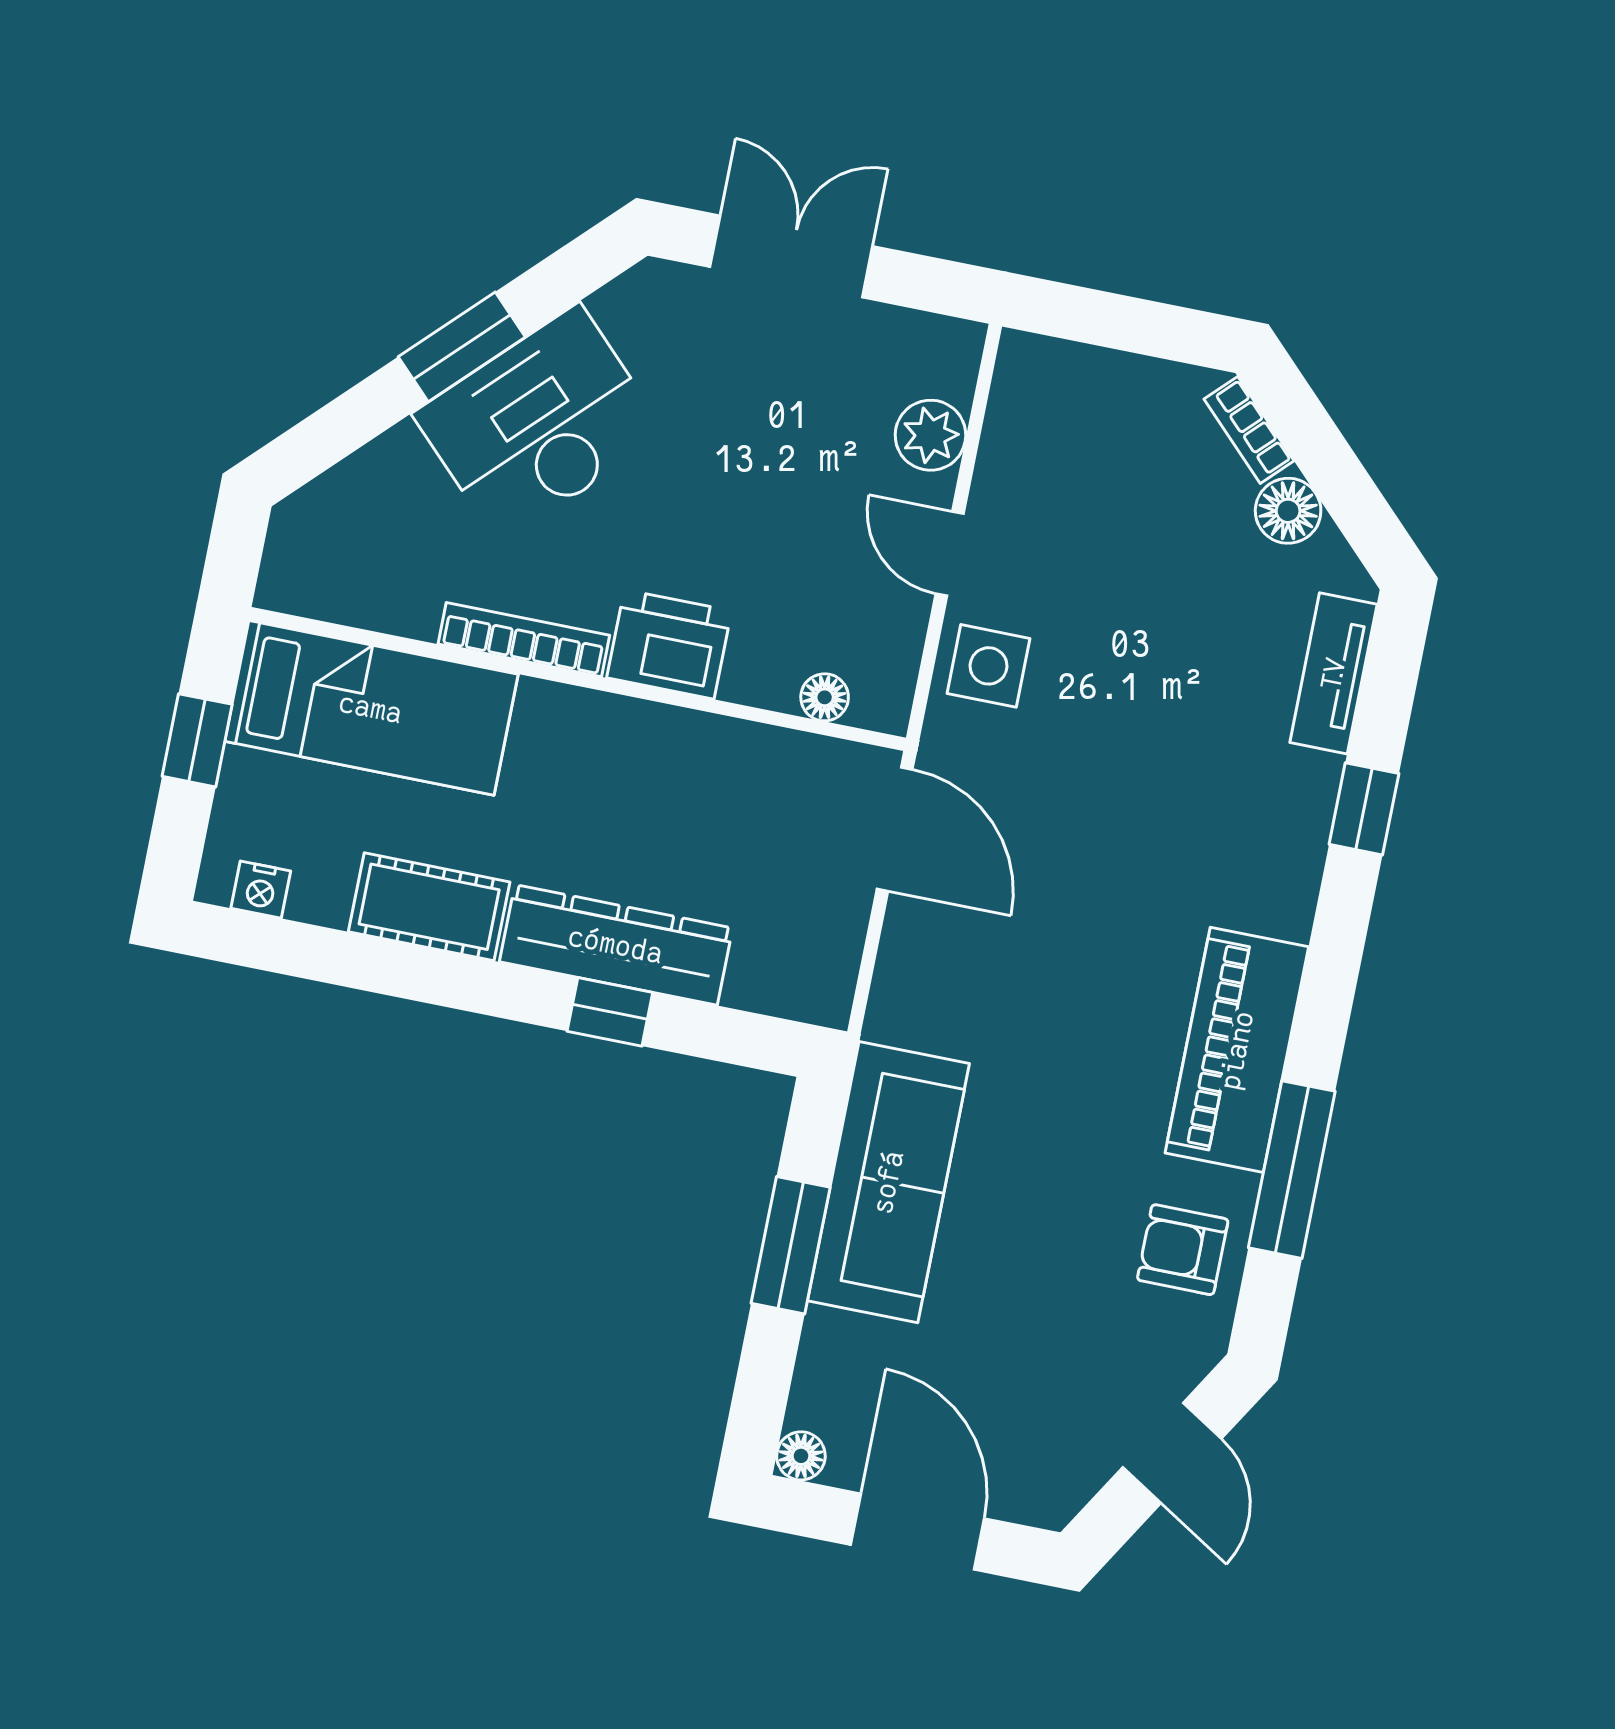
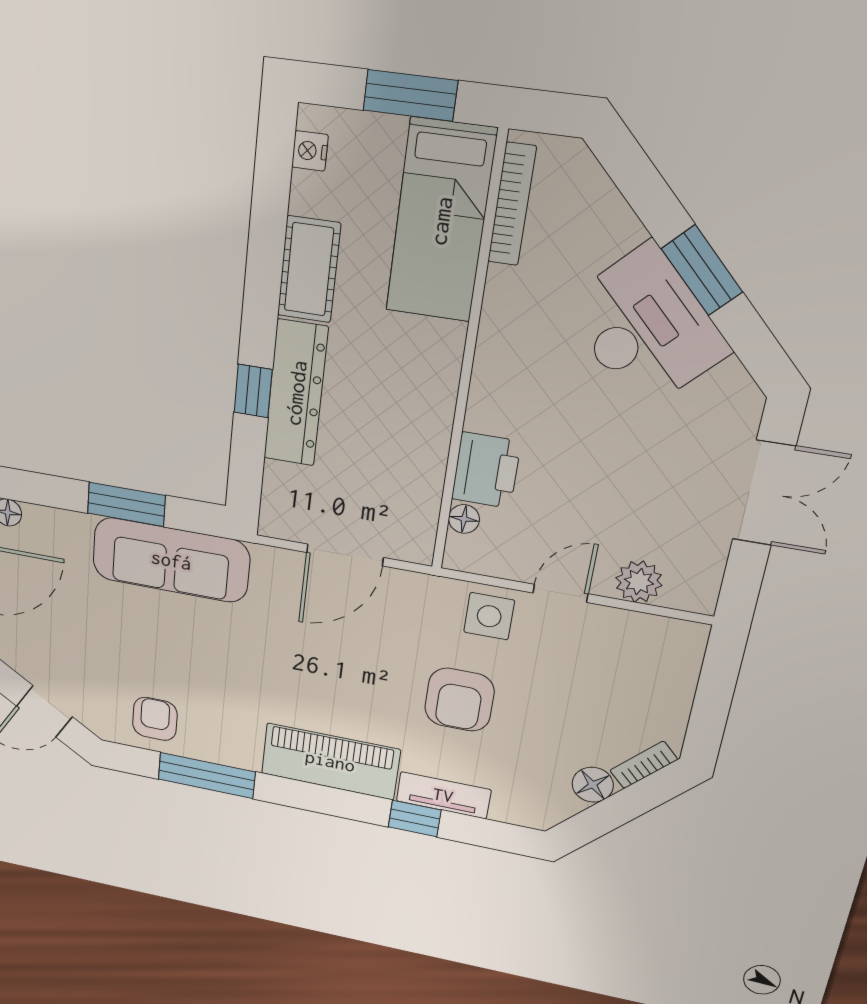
bookcase: (524, 640) -> (512, 204), moved
printer: (669, 644) -> (486, 470), moved
tv unit: (1333, 673) -> (443, 795), moved
armchair: (1137, 721) -> (459, 700), added
window: (197, 740) -> (410, 95), width x1.50
door: (895, 829) -> (345, 555), moved
piano: (1237, 1050) -> (330, 761), moved

